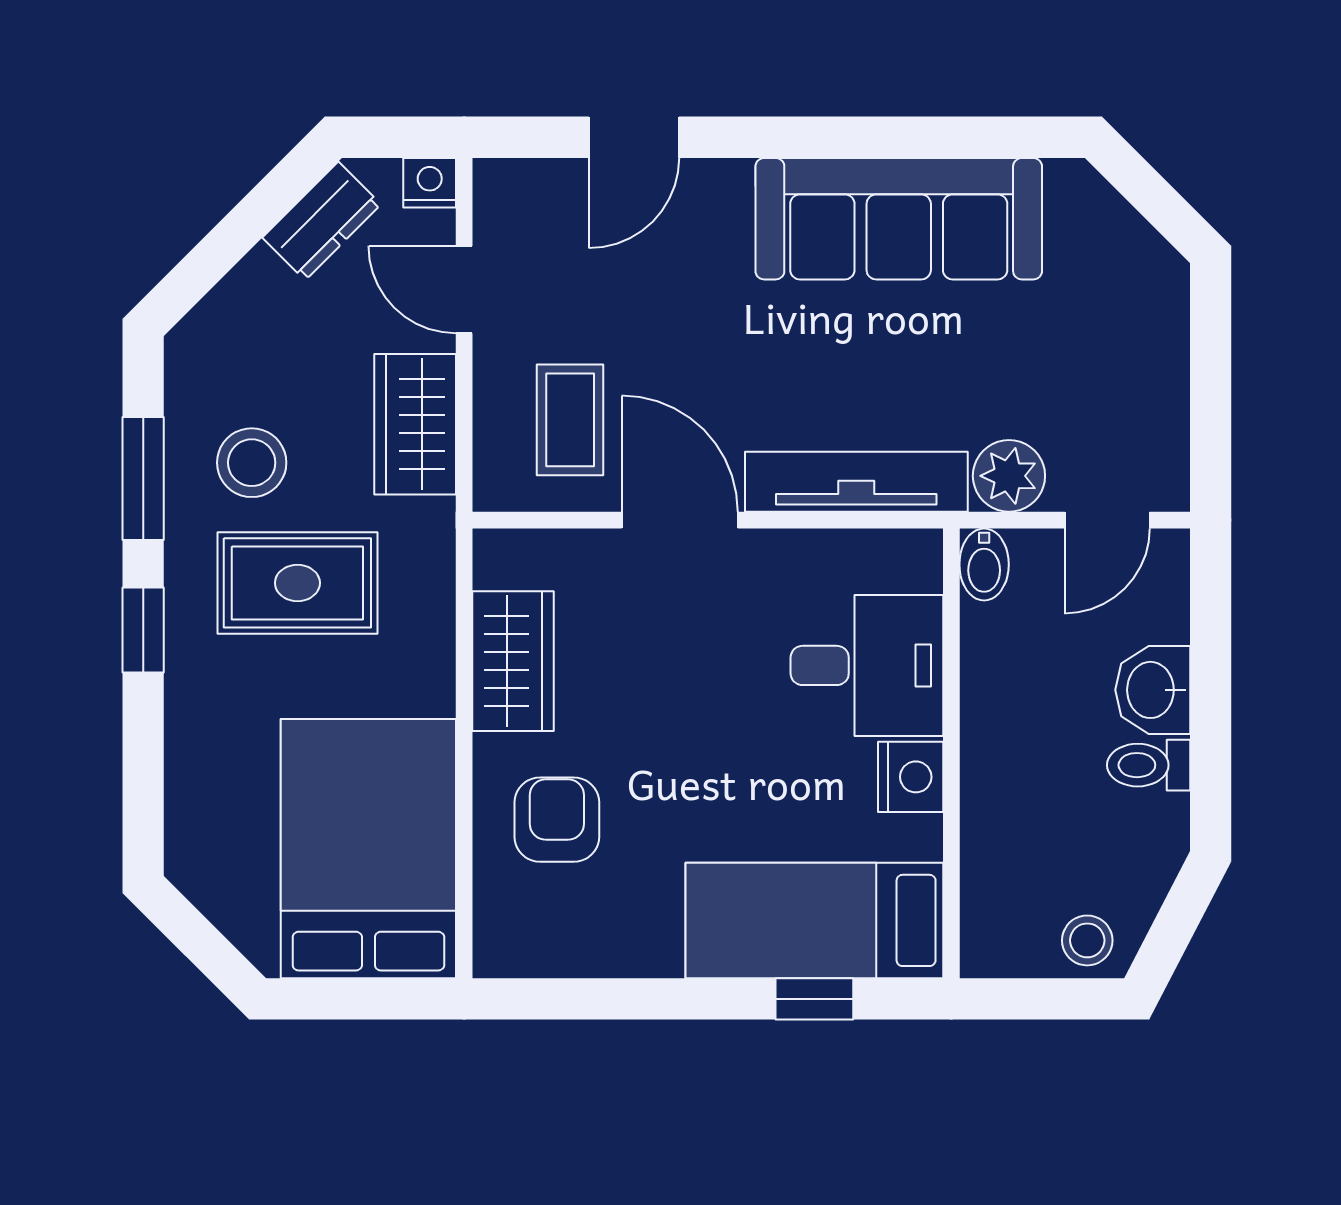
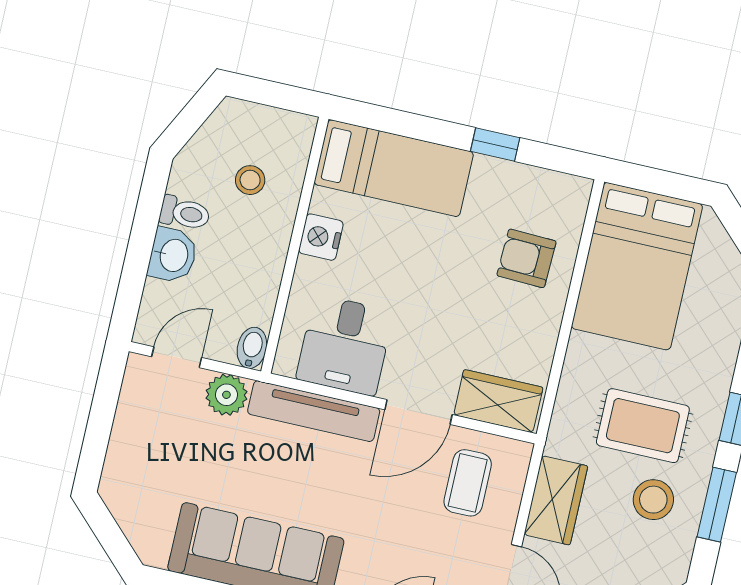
door: (680, 520) -> (419, 412), hinge flipped
wardrobe: (513, 661) -> (498, 401), moved, turned 90
desk: (867, 665) -> (345, 345), moved, turned -90
armchair: (557, 820) -> (527, 258), turned 92
stool: (1087, 940) -> (250, 180), moved
window: (814, 999) -> (495, 145), moved

